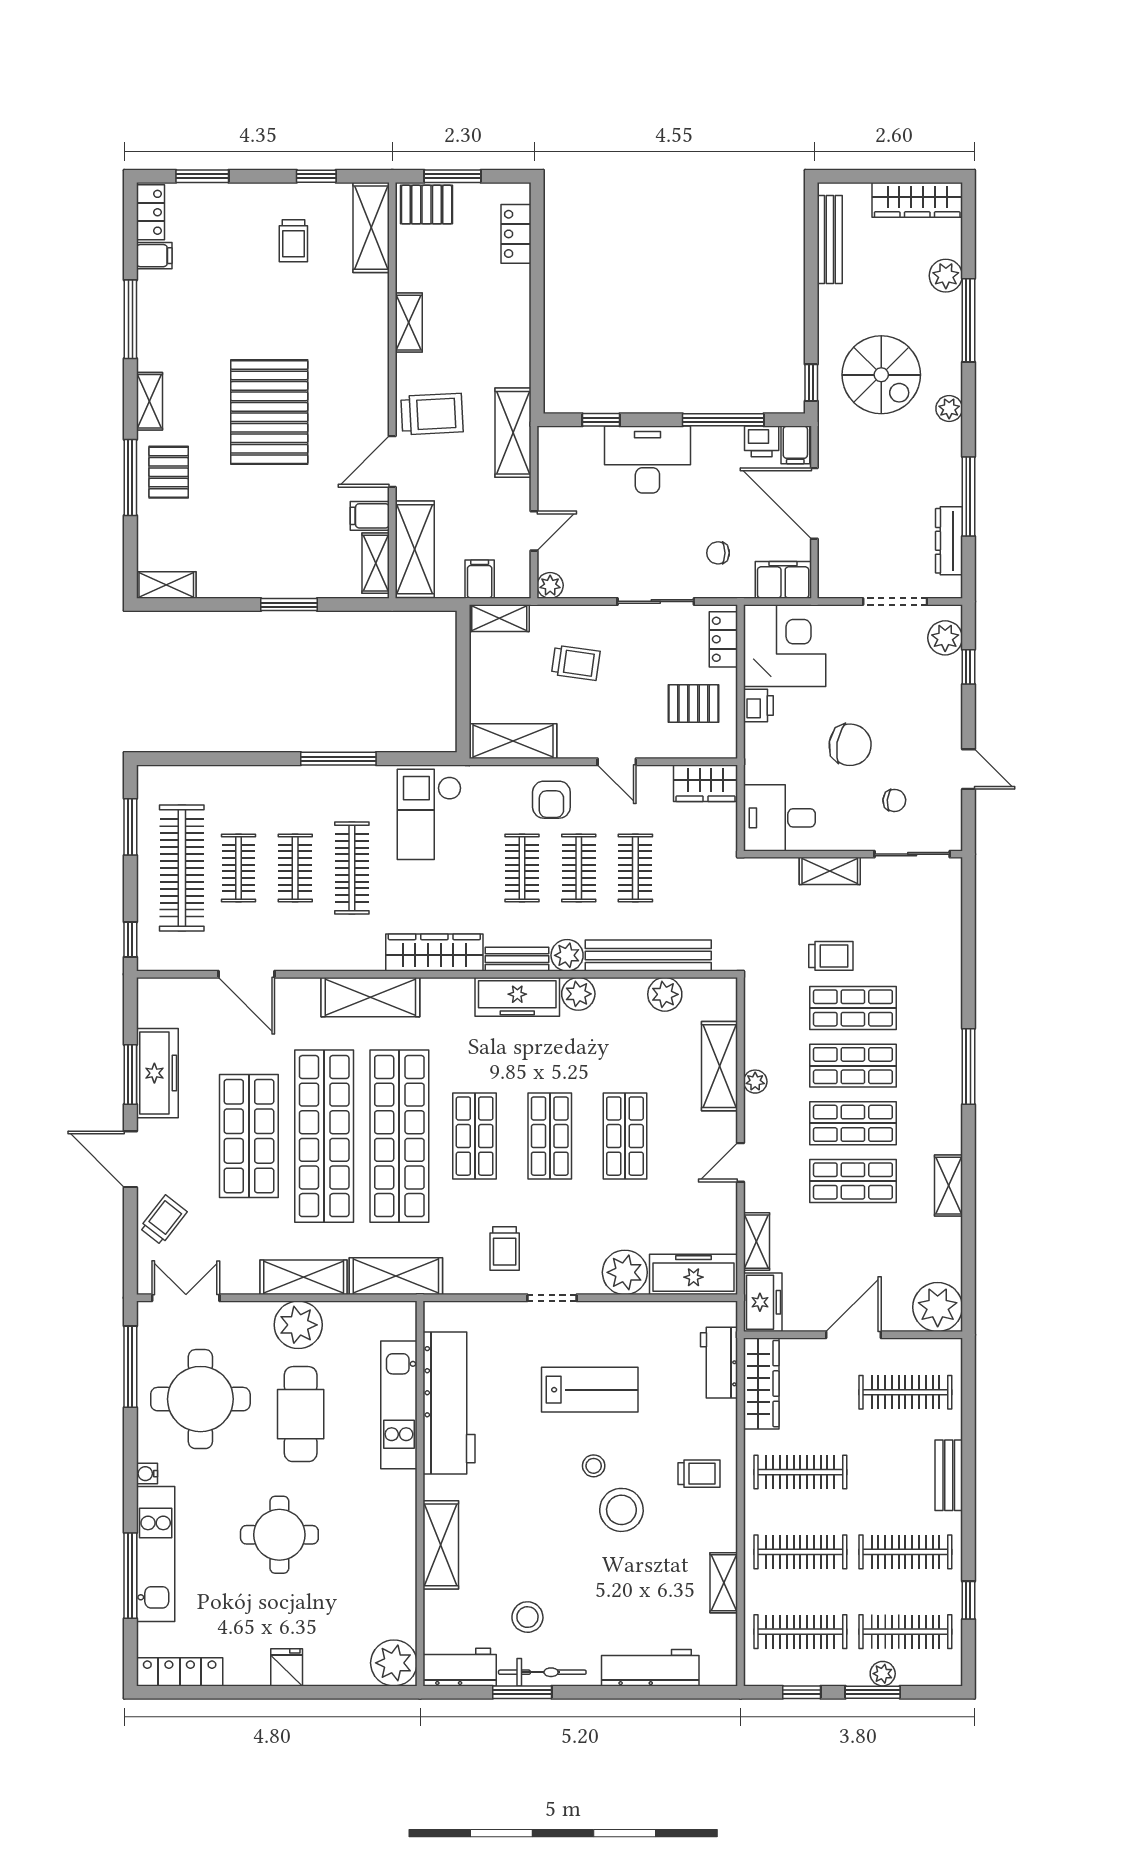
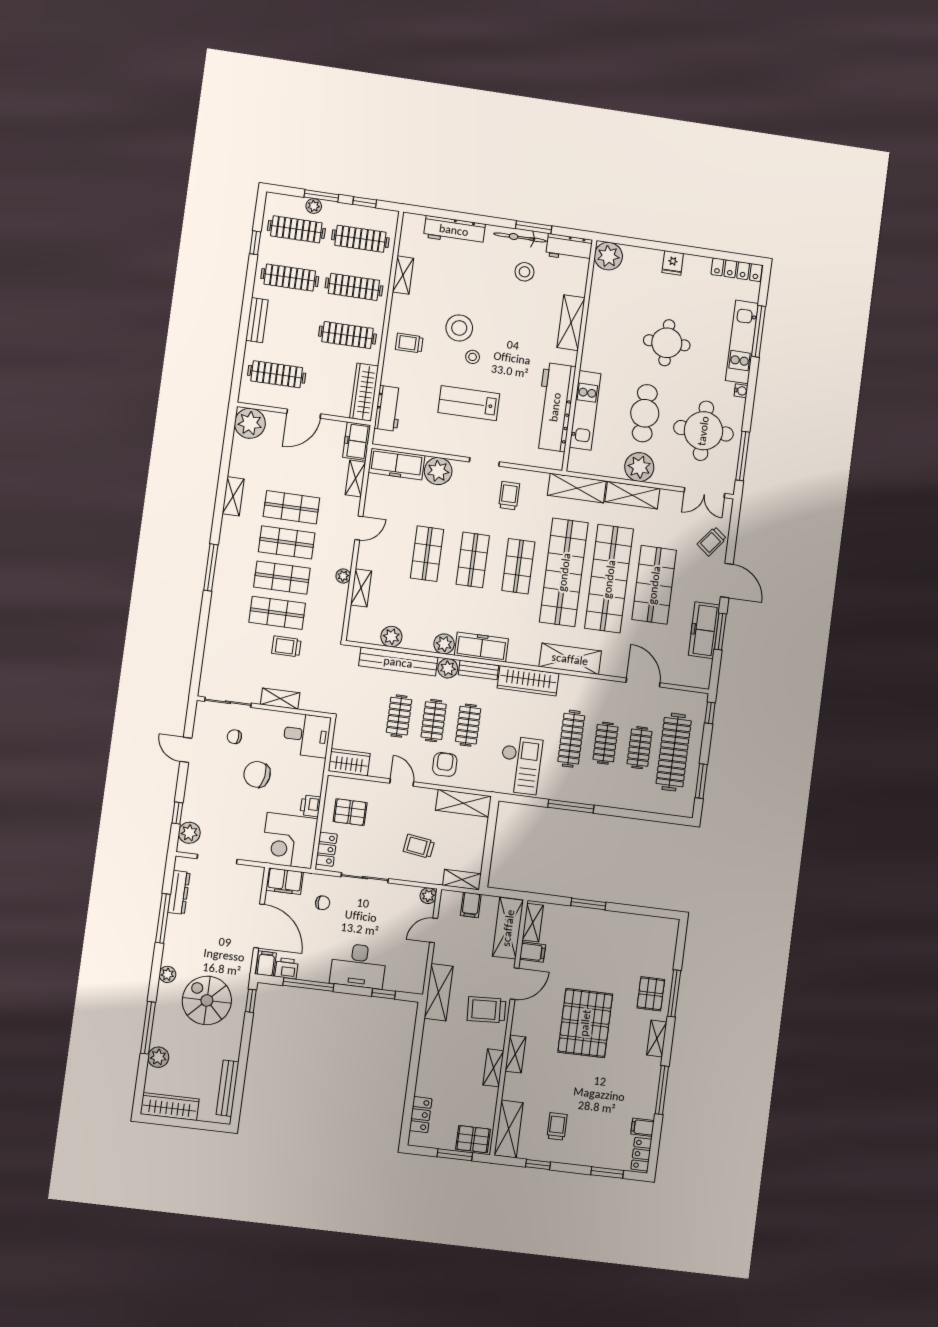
shelving: (166, 585) -> (515, 1054), moved, turned 90
shelving: (719, 1066) -> (361, 588), width x0.67, depth x0.75

